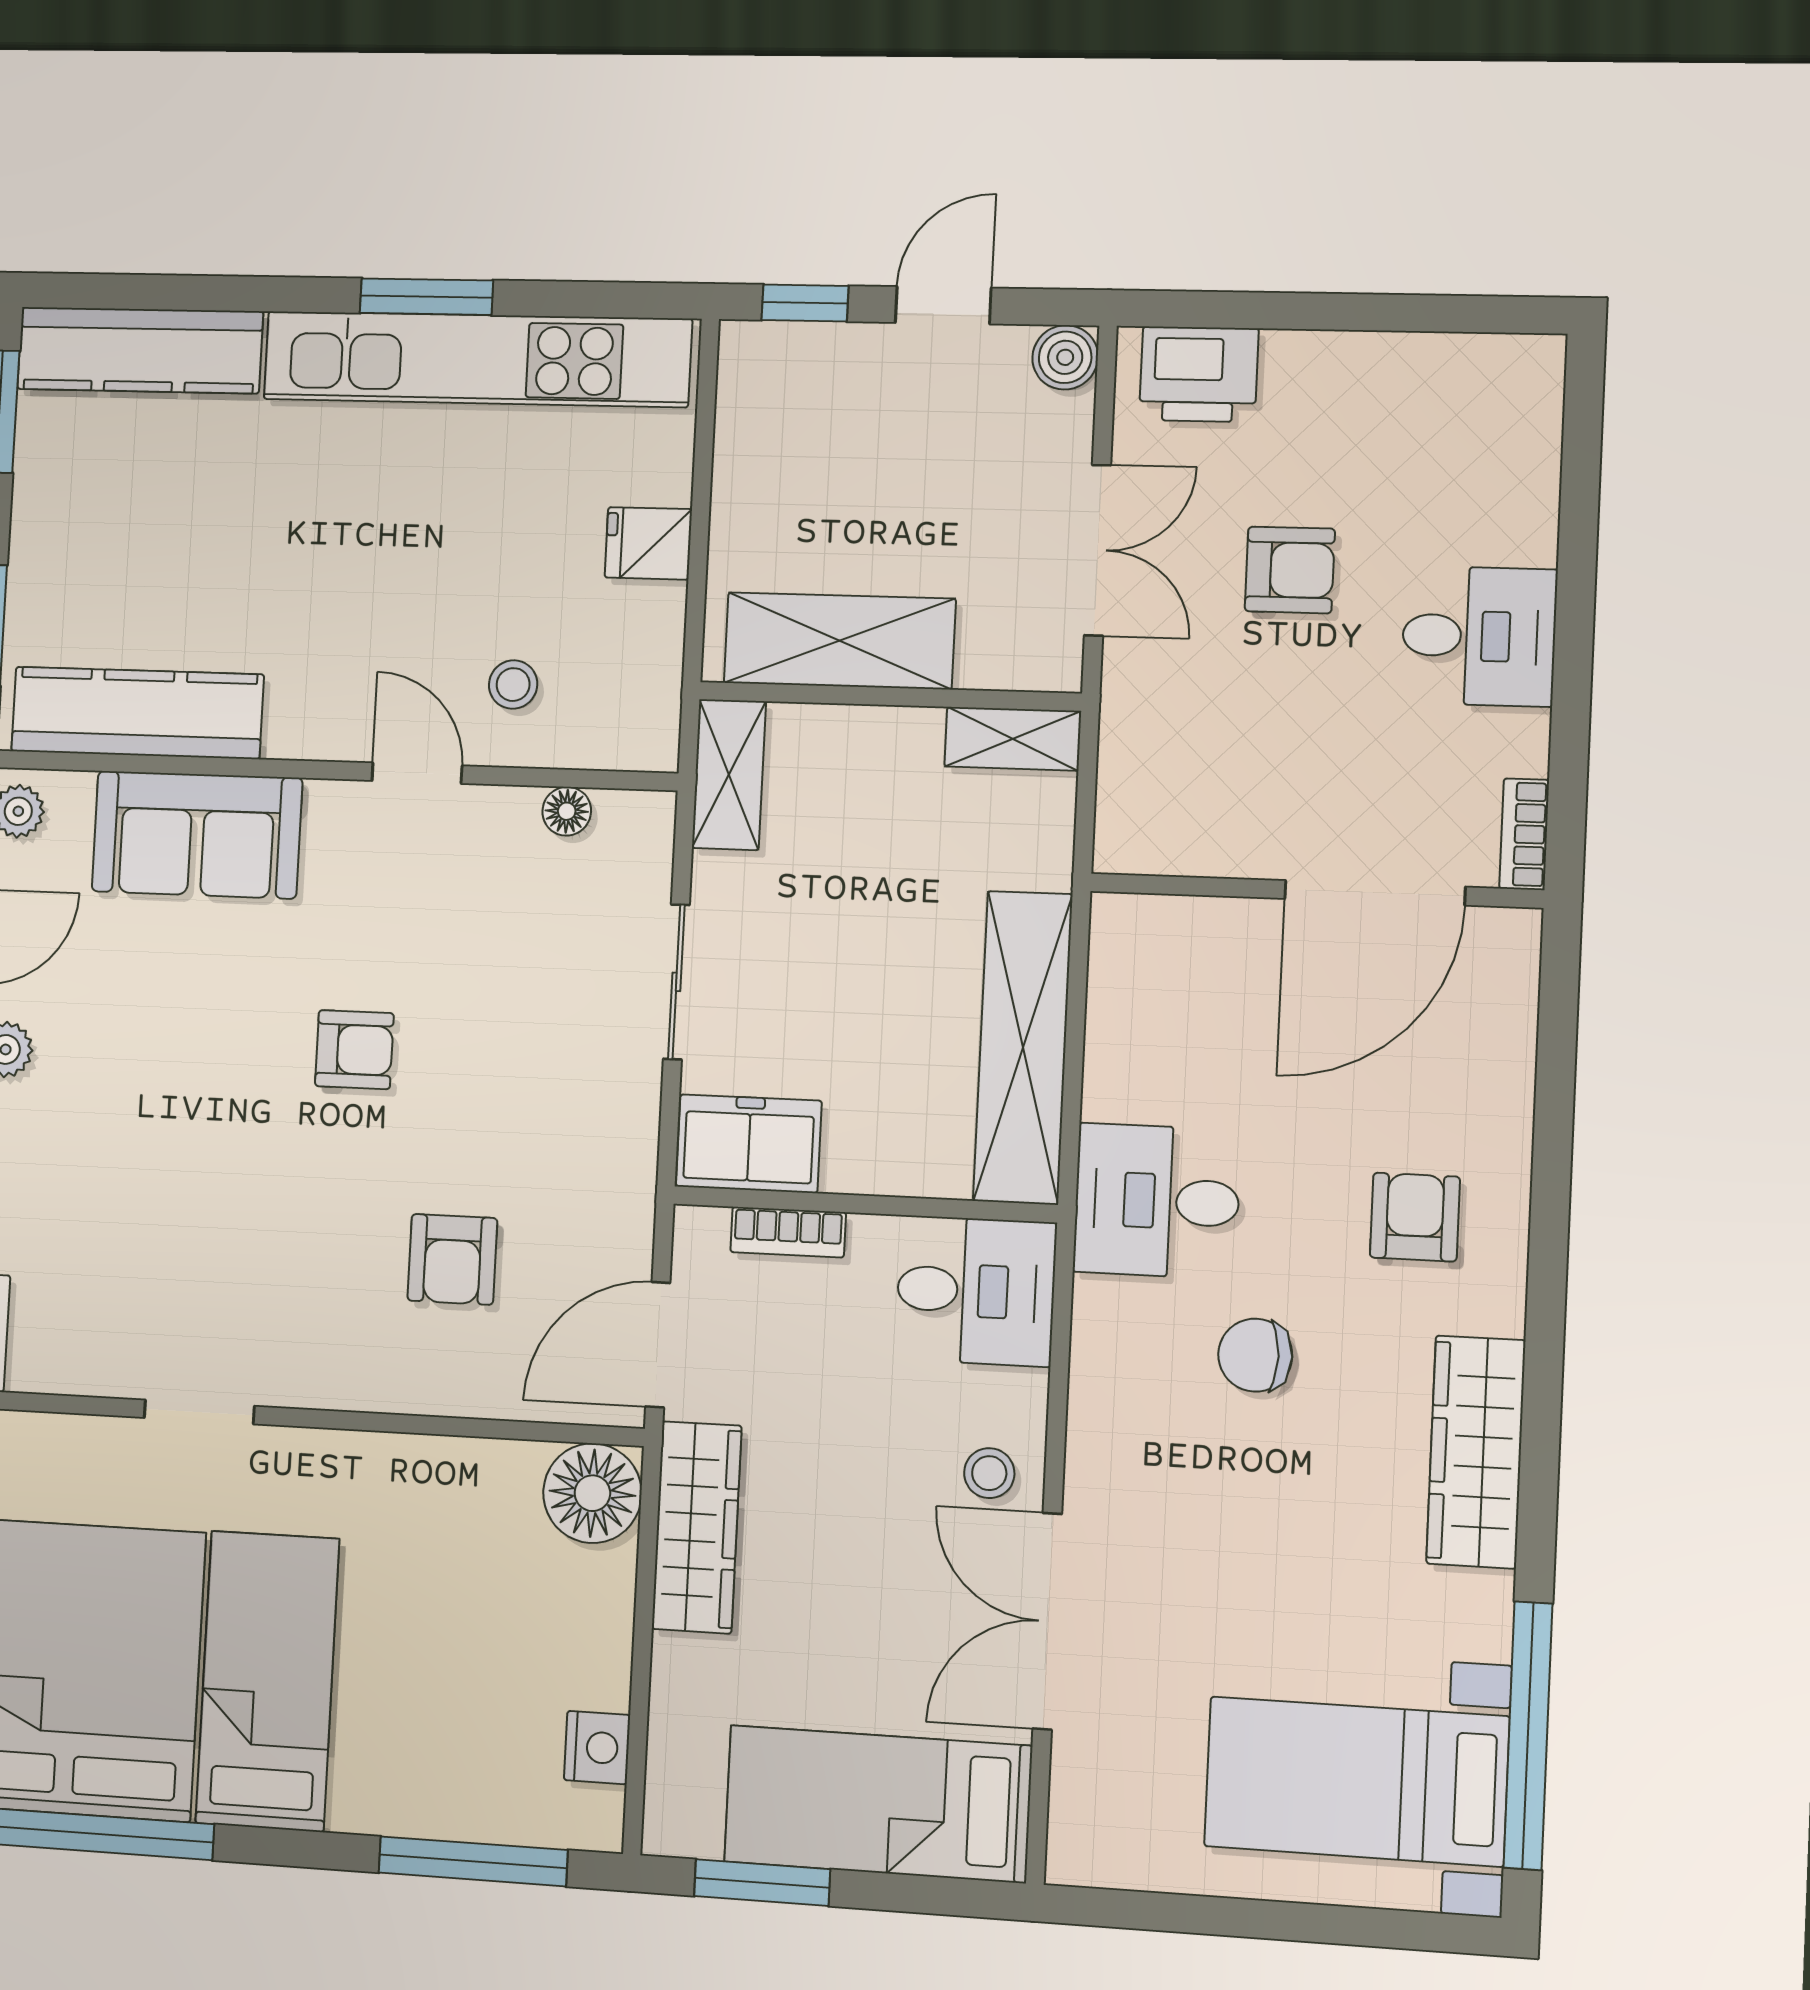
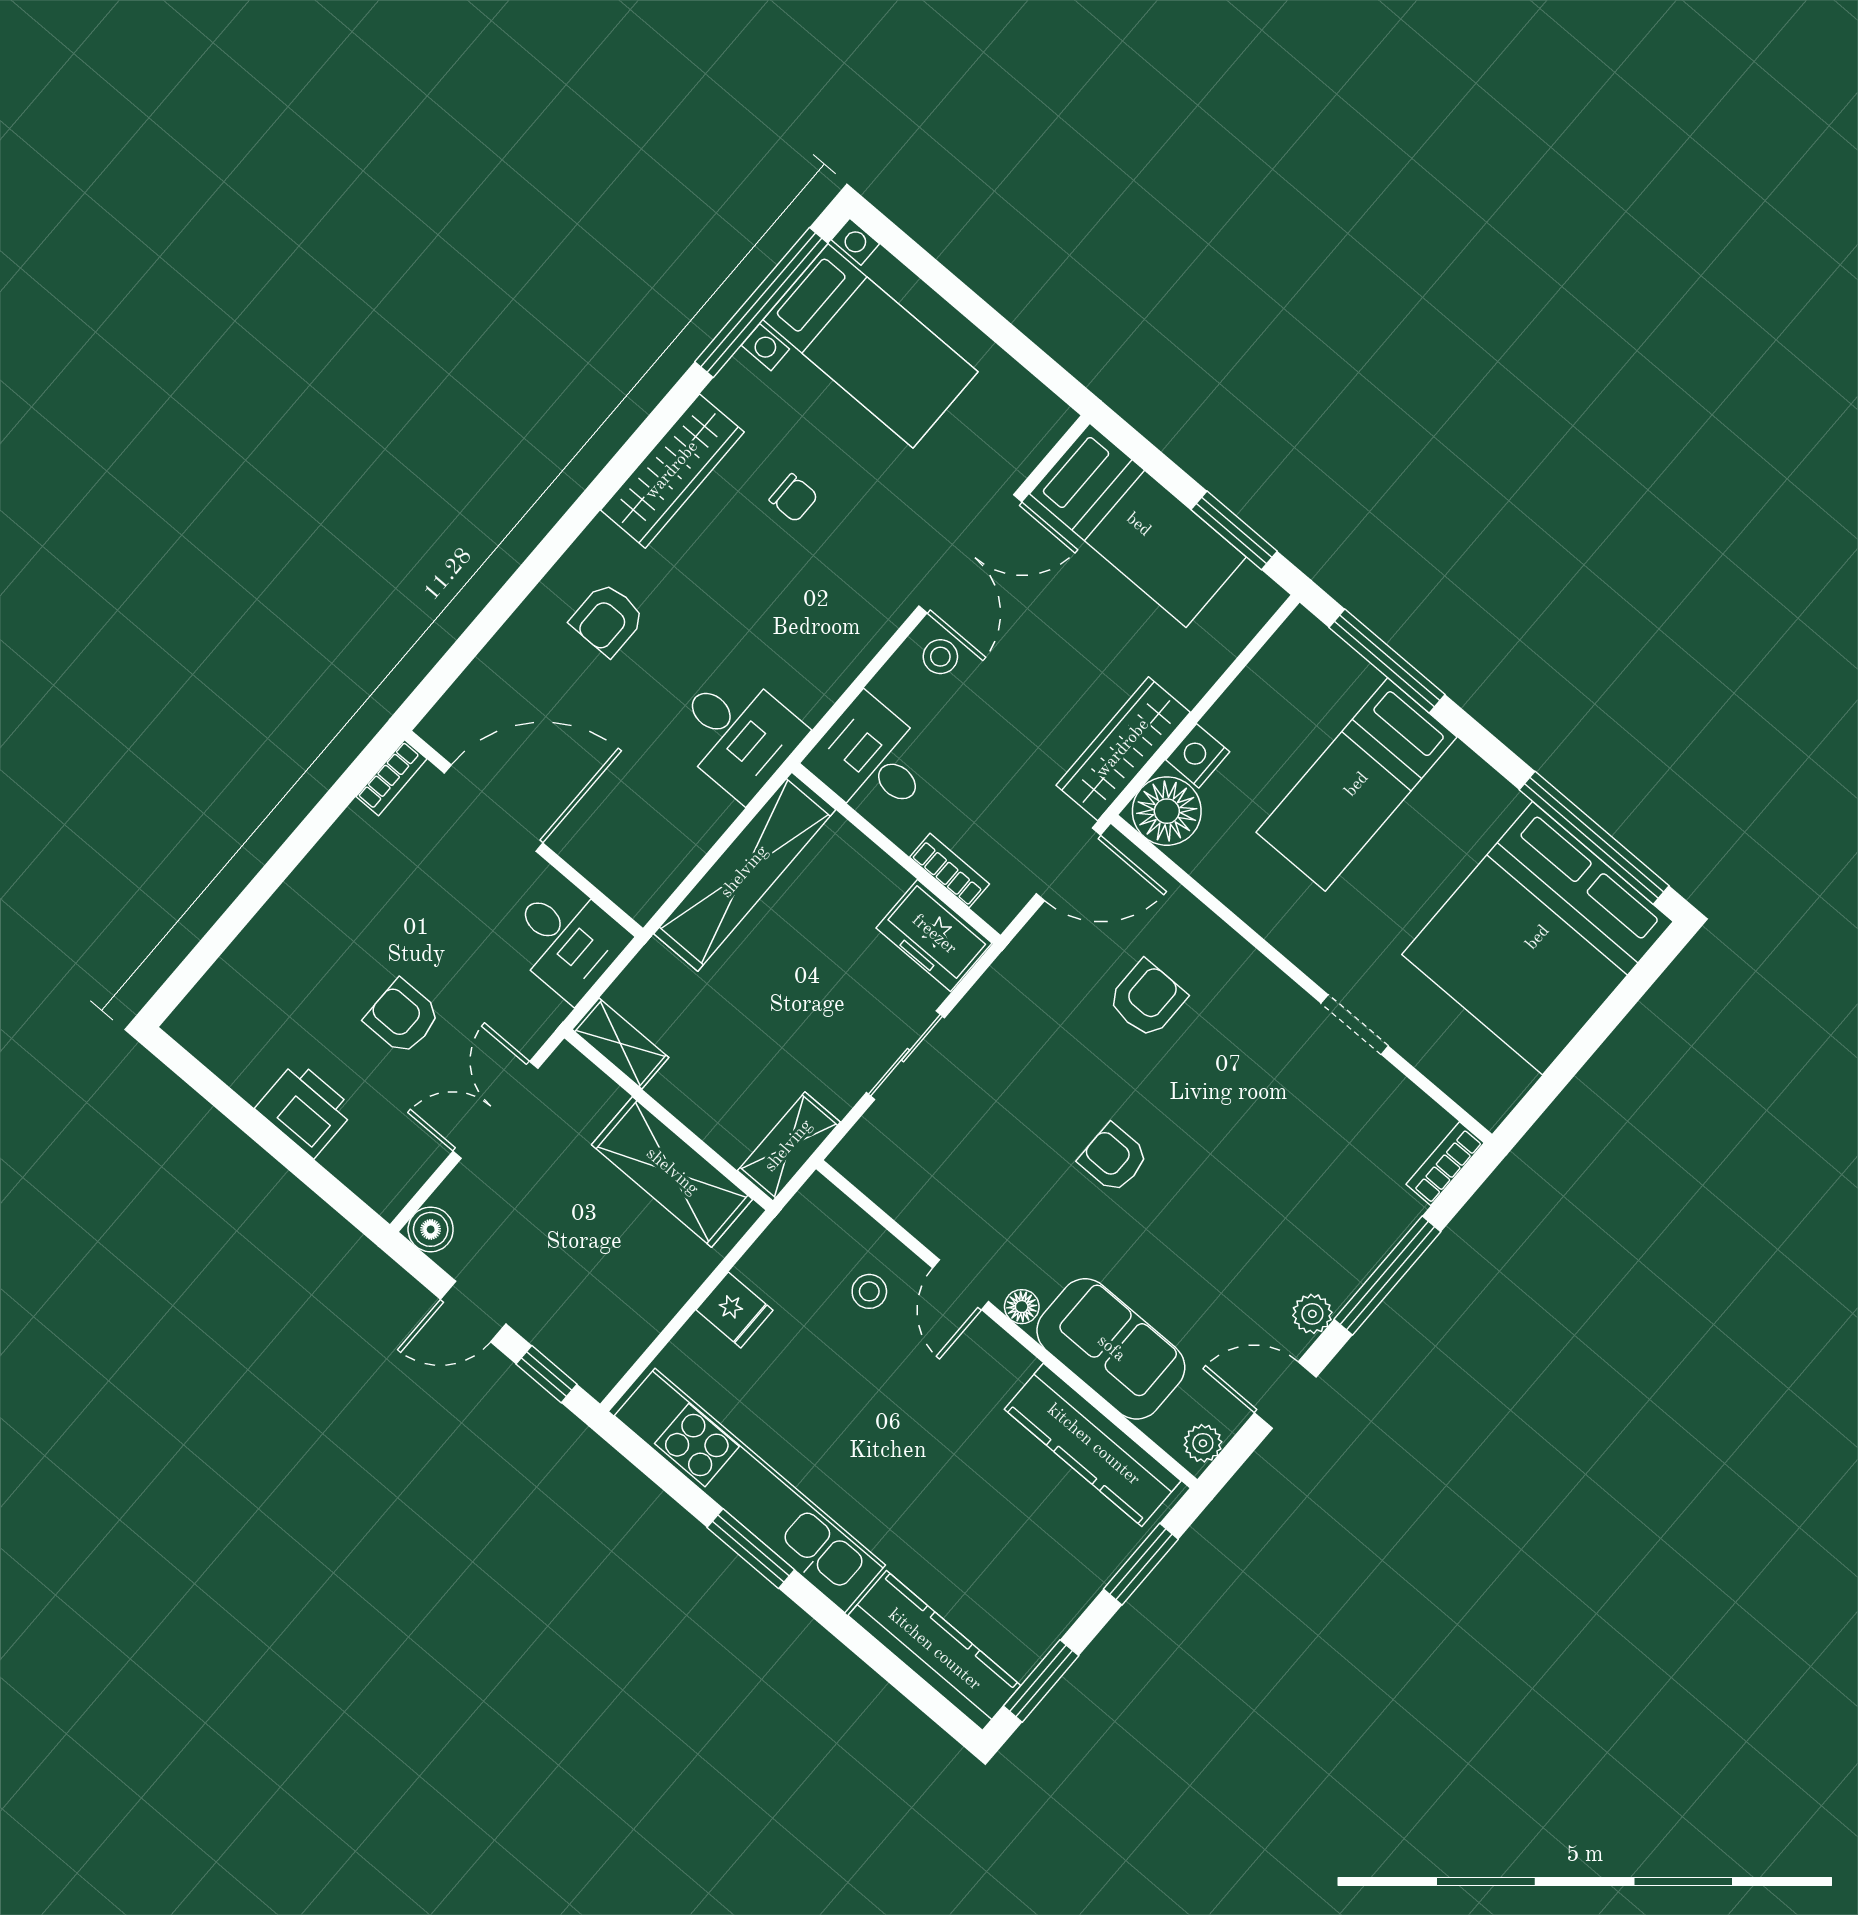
printer: (1199, 374) -> (305, 1109), moved
desk: (1479, 636) -> (567, 940), moved, turned 180
floor lamp: (567, 811) -> (1022, 1307), moved
chair: (1255, 1355) -> (794, 498), moved, width x0.73, depth x0.73
bed: (267, 1681) -> (1357, 785), moved
nightstand: (597, 1747) -> (1198, 756), moved

